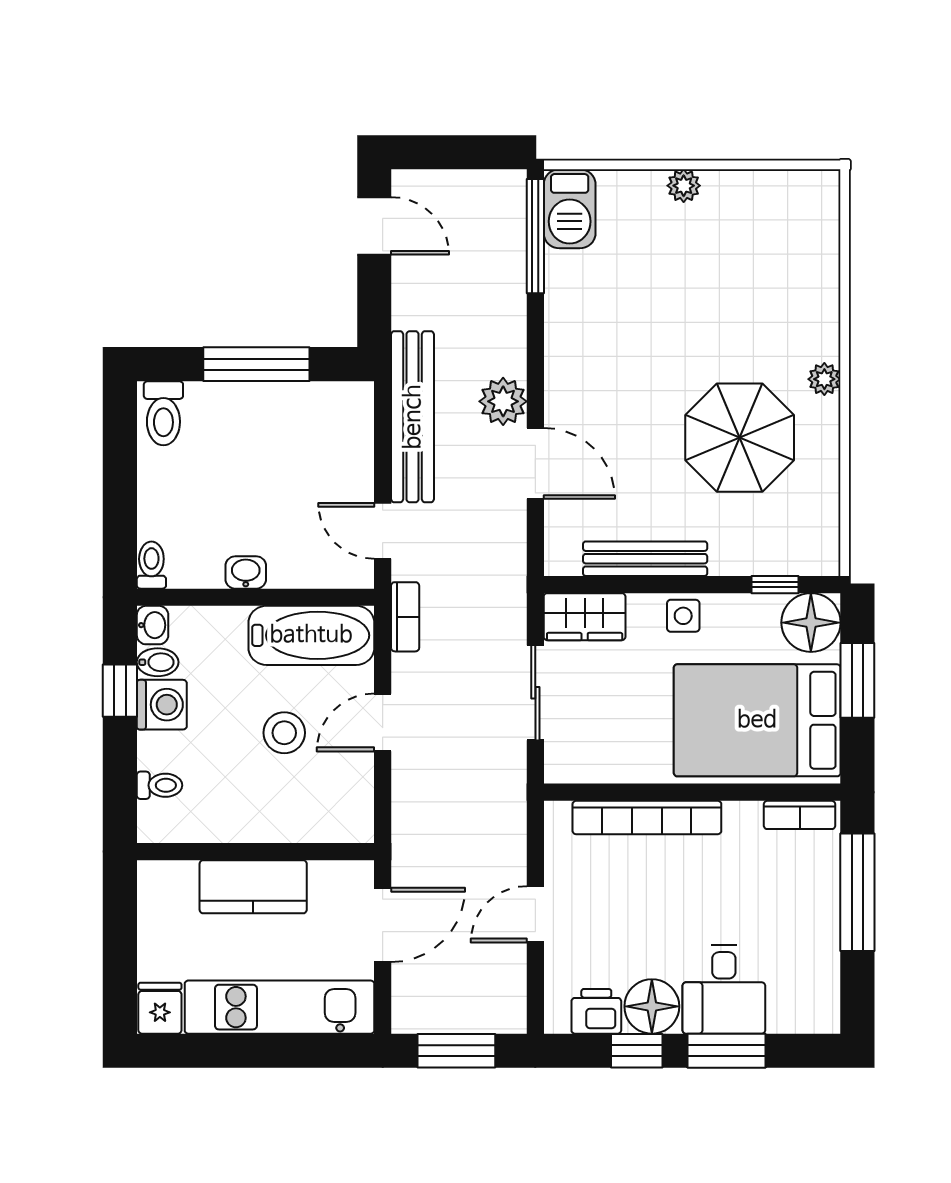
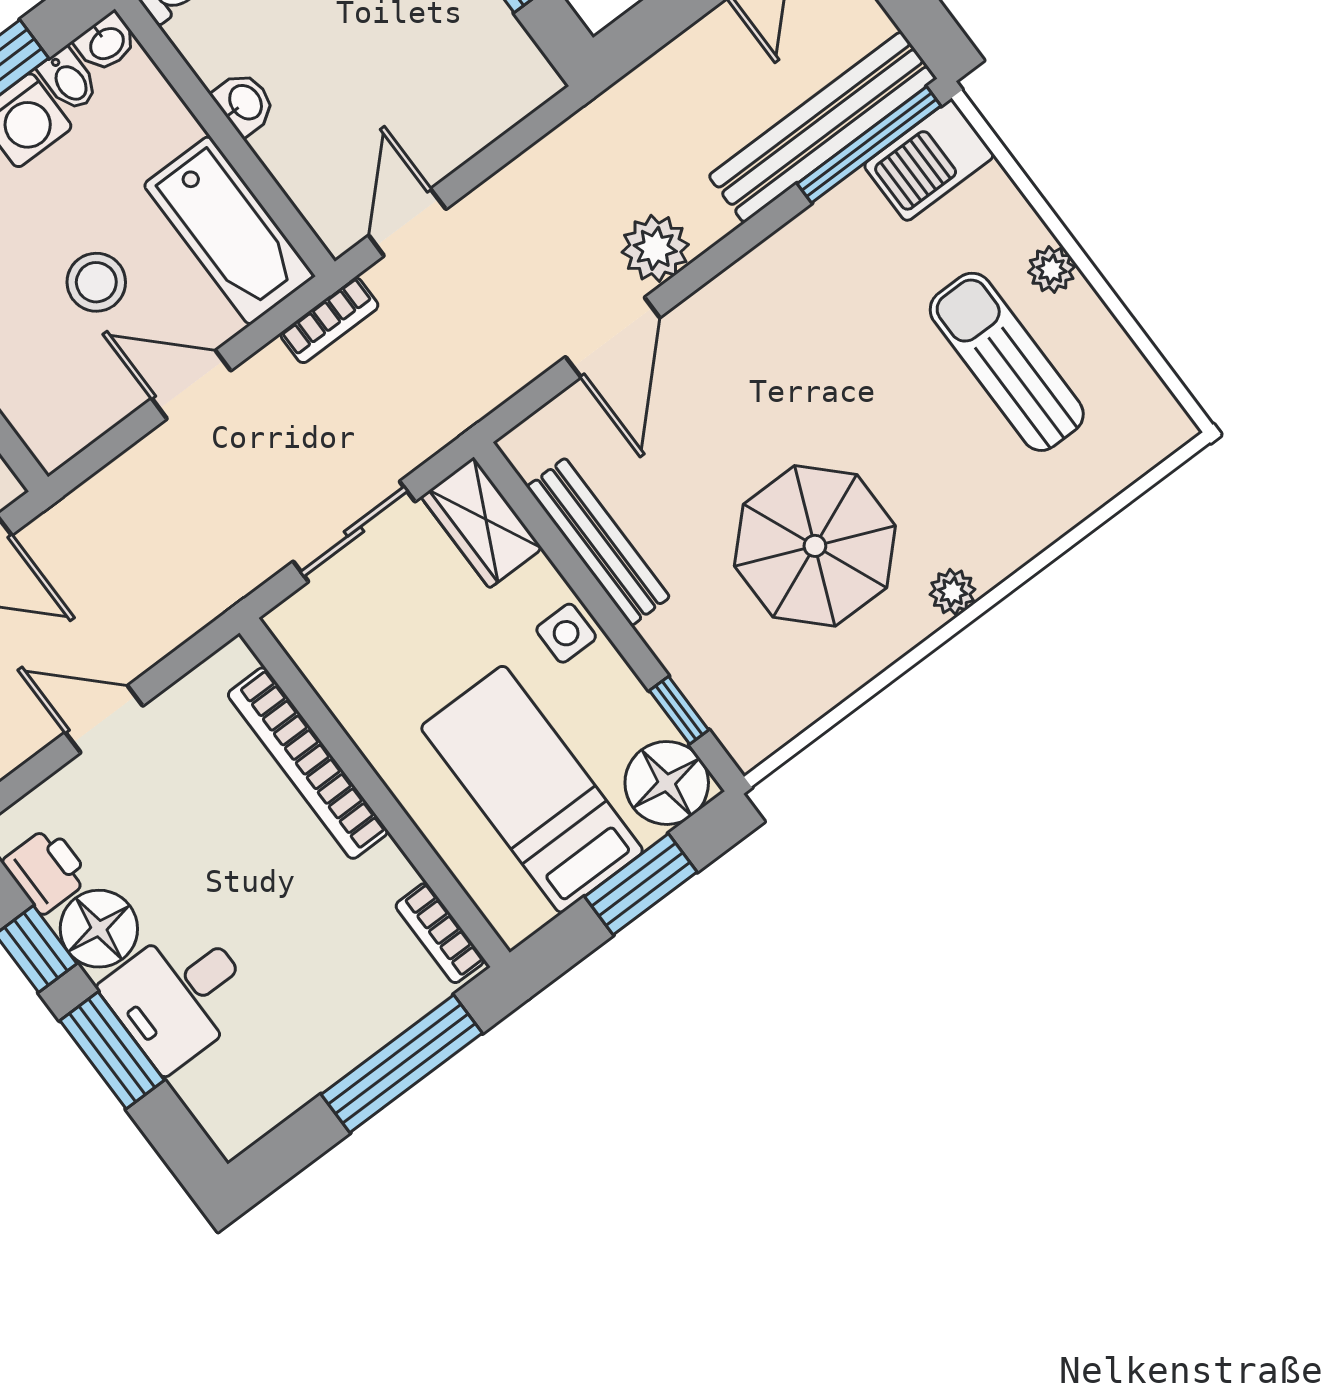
sun lounger: (717, 250) -> (1007, 362), added
bench: (413, 417) -> (823, 127), moved
bed: (757, 720) -> (532, 789), width x0.67

